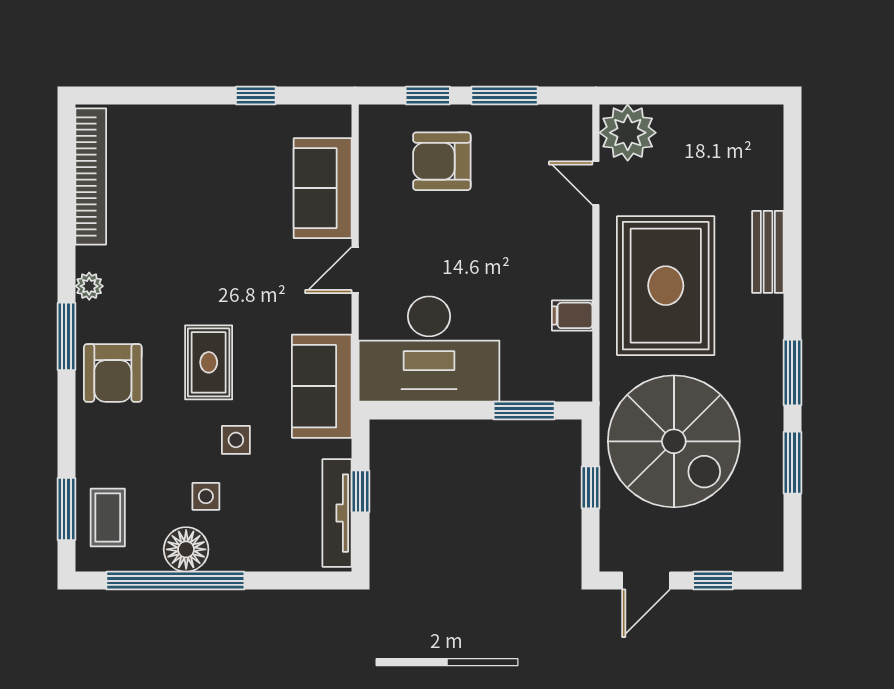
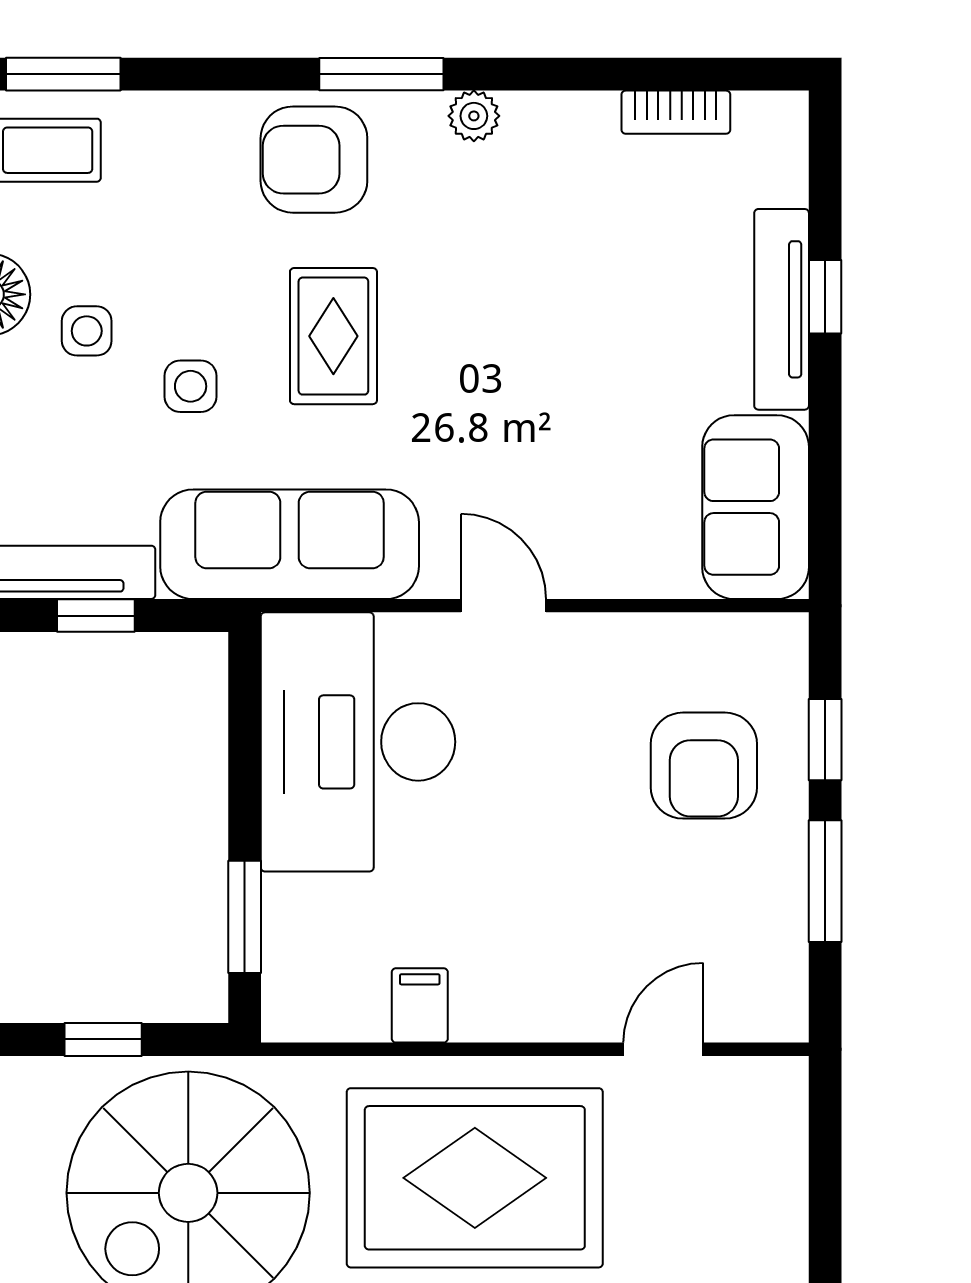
window: (256, 95) -> (825, 297), moved
tv unit: (194, 119) -> (782, 309), added
plant: (628, 133) -> (757, 1108), removed
armchair: (442, 161) -> (704, 766), turned 180
bookcase: (91, 176) -> (676, 112), width x0.43, depth x0.76
sofa: (323, 188) -> (756, 507), moved, turned -90
rug: (209, 362) -> (333, 336), turned 90
sofa: (322, 386) -> (290, 544), width x1.36

